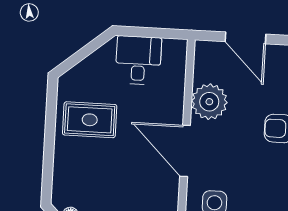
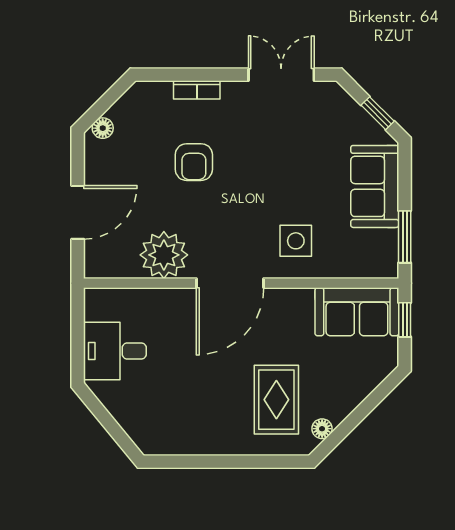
rug: (90, 120) -> (276, 400), moved

